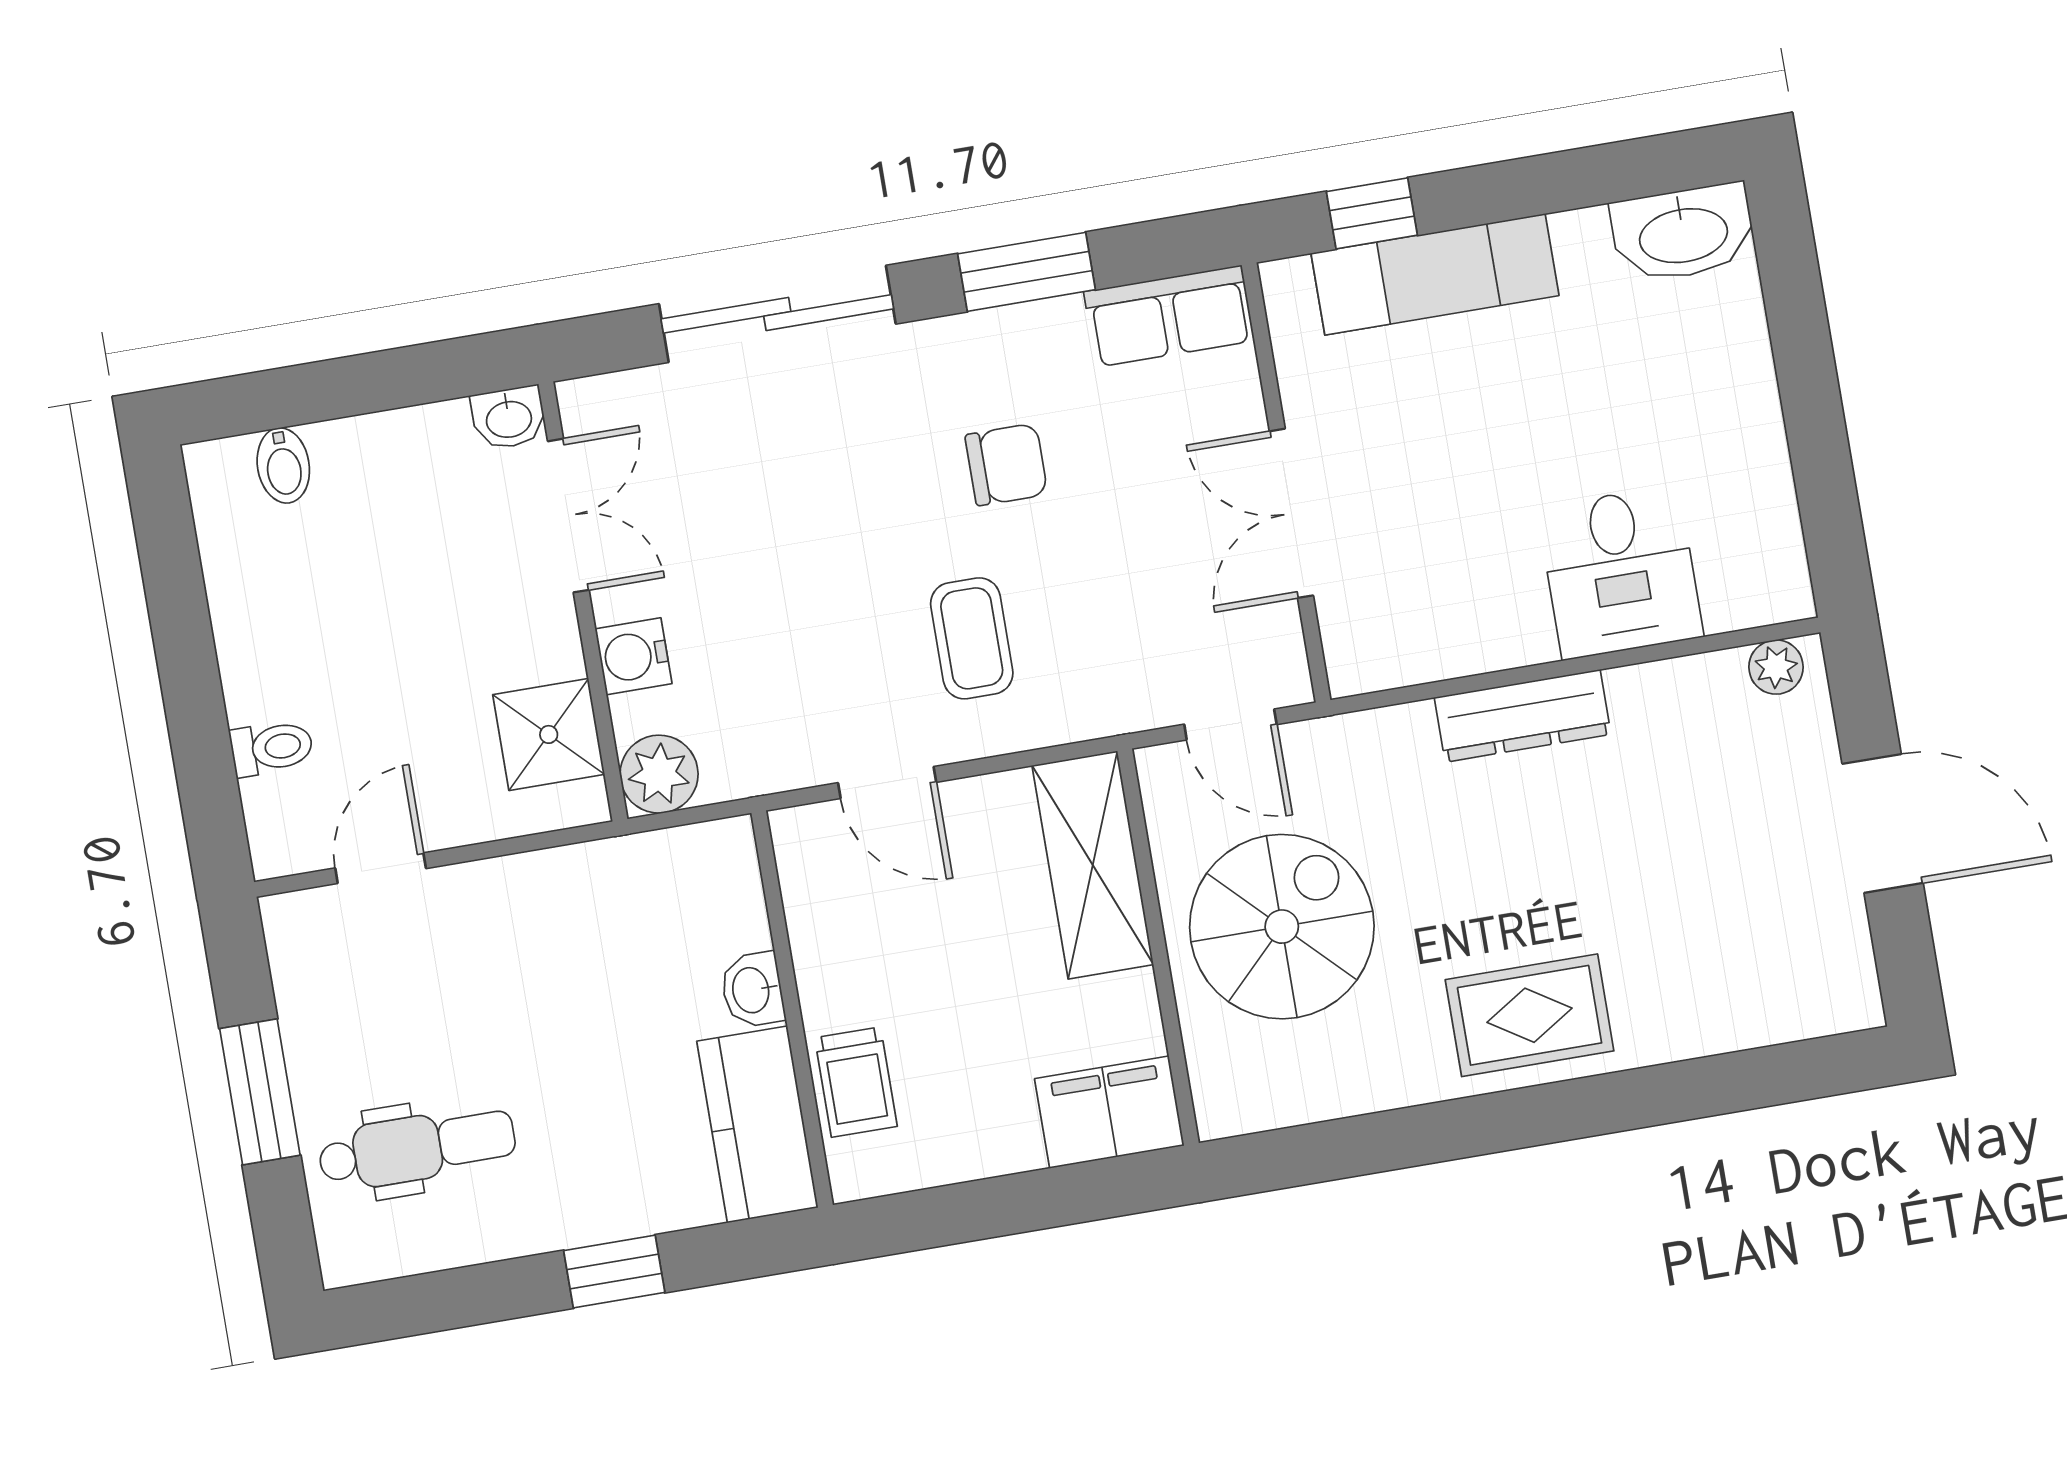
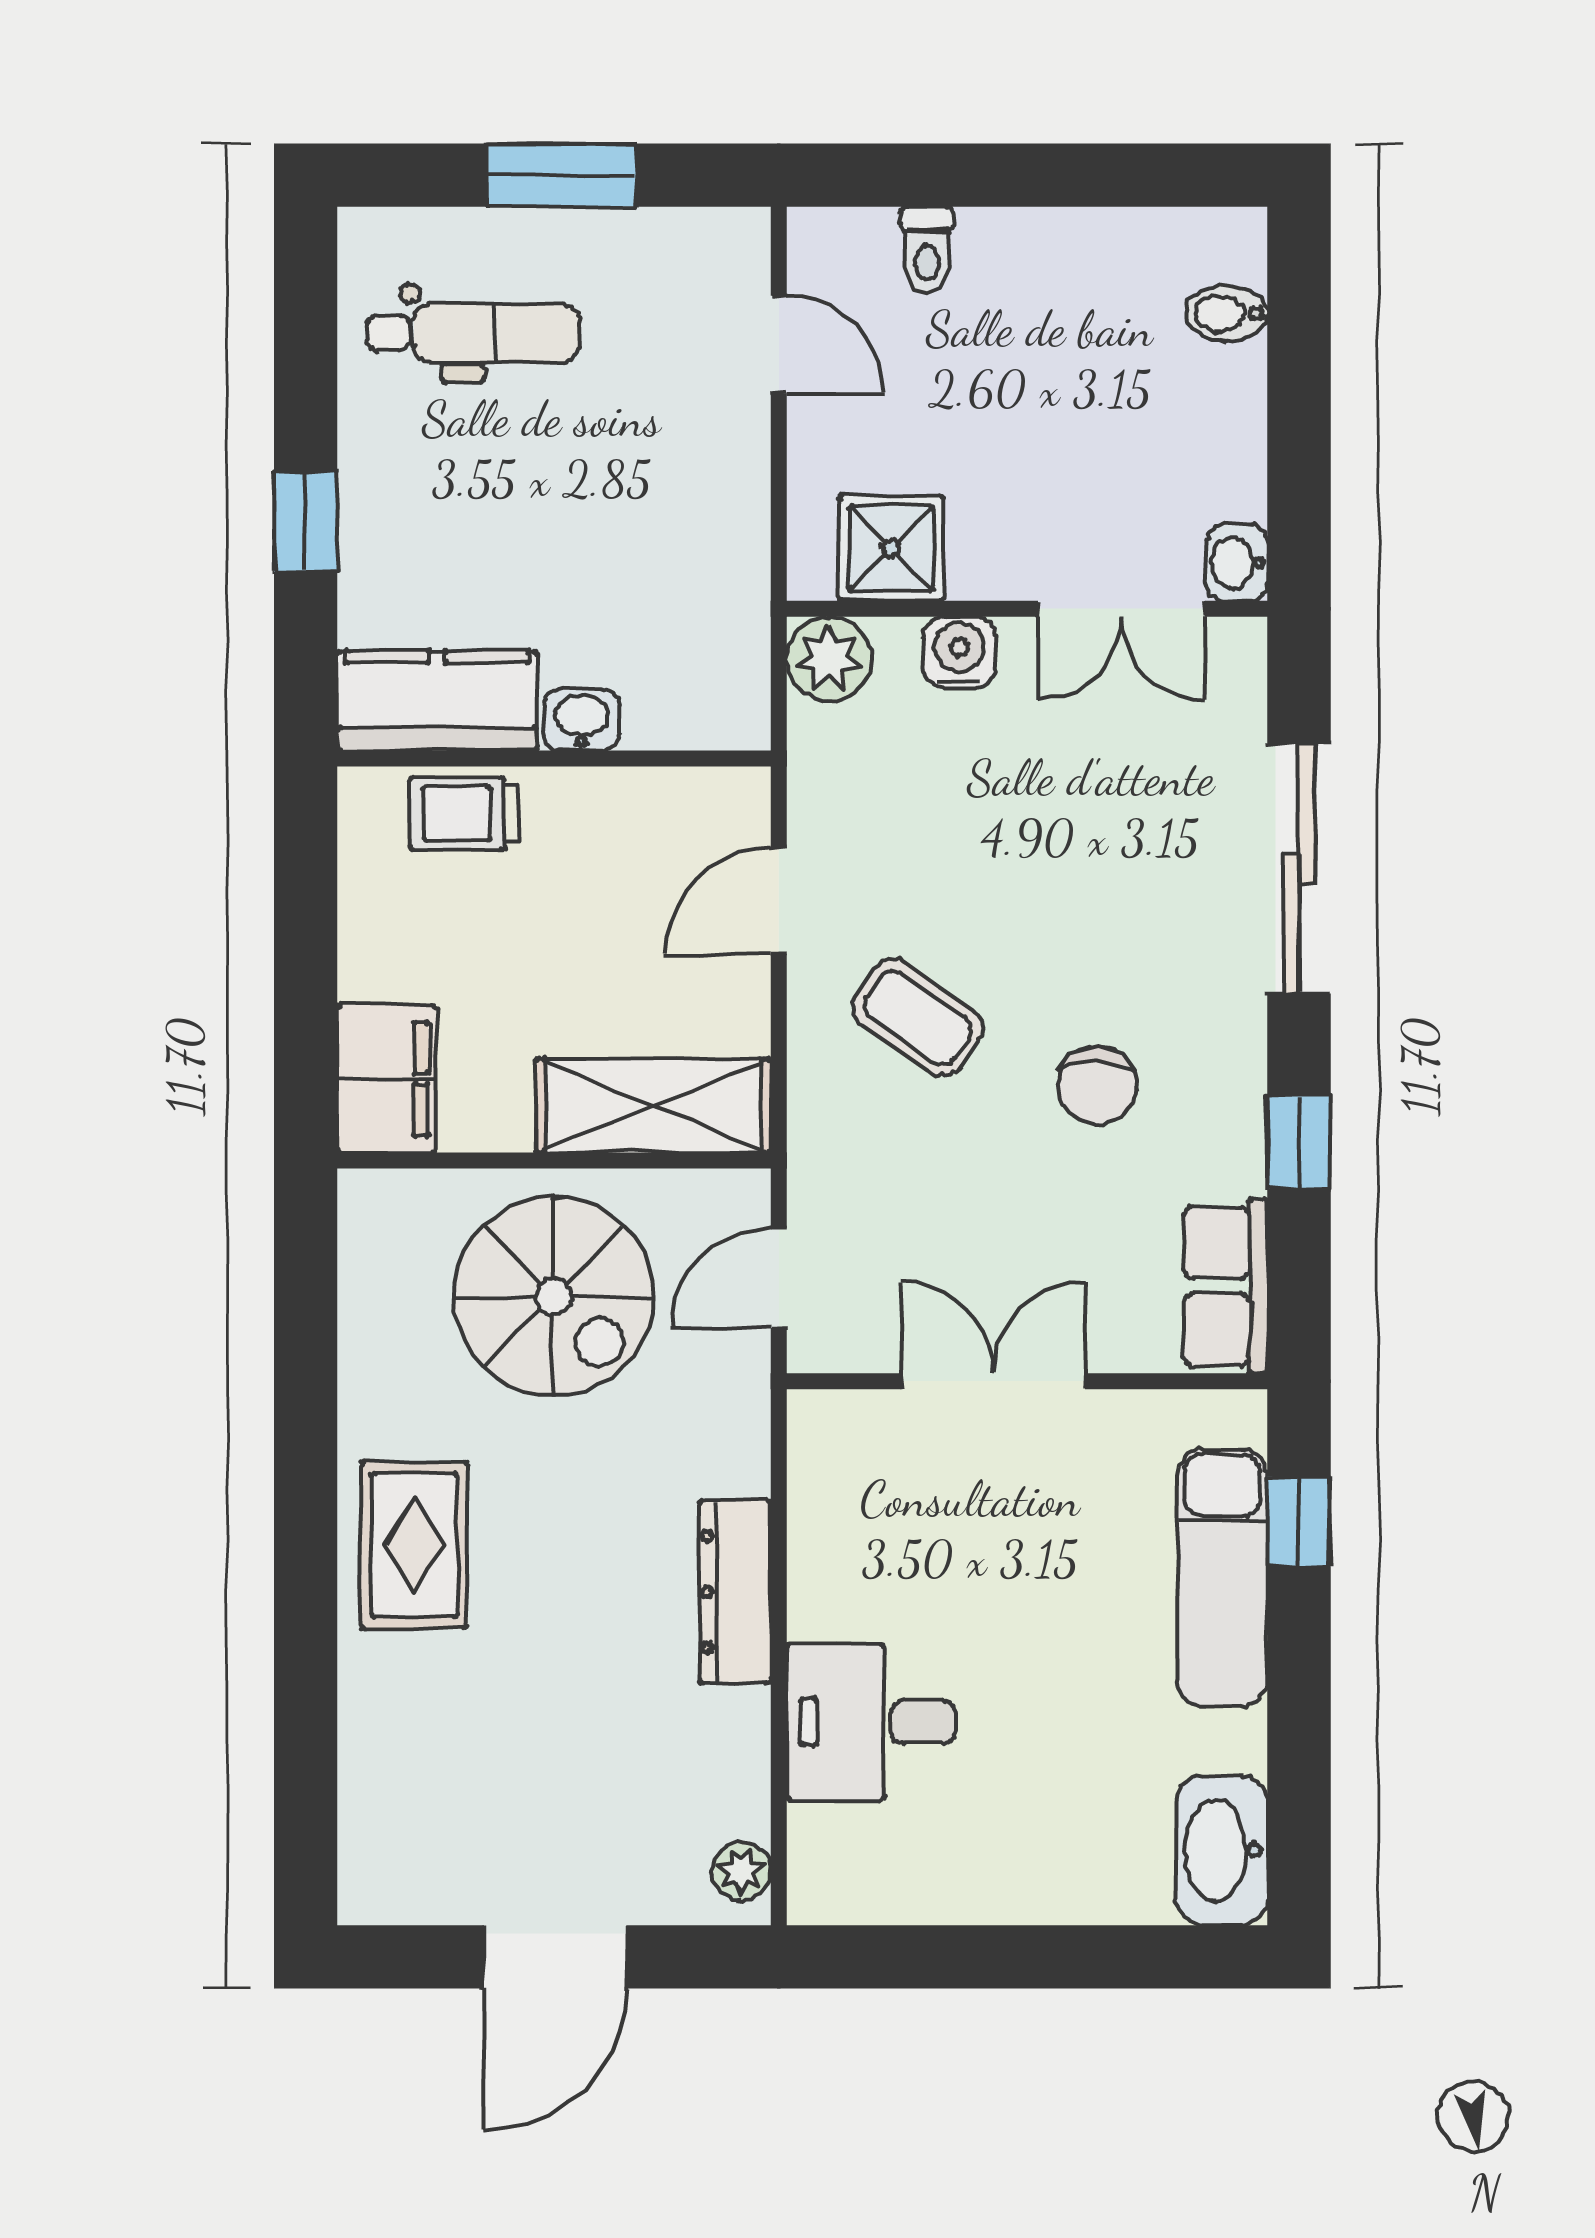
window: (1026, 272) -> (1299, 1142), width x0.67
coffee table: (972, 638) -> (917, 1017), turned 35
dental chair: (417, 1148) -> (473, 333), turned -90

